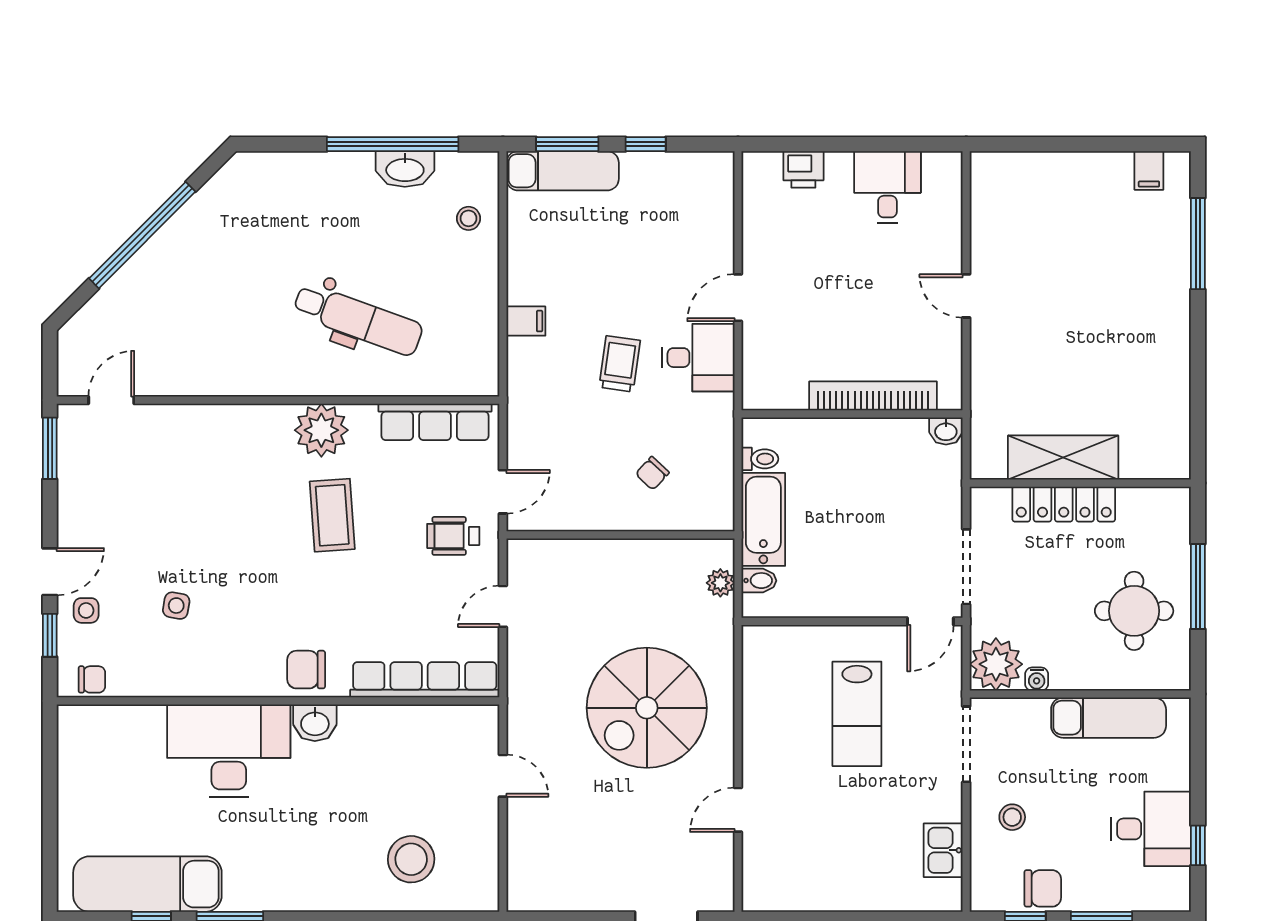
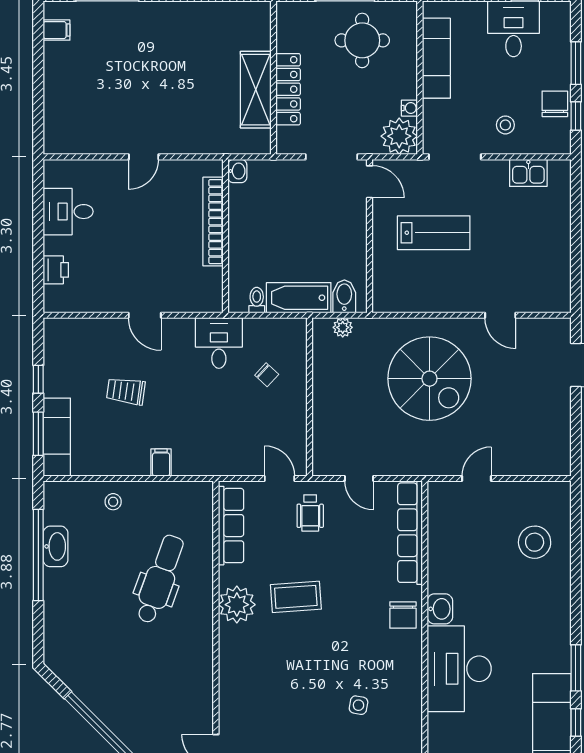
stool: (469, 218) -> (113, 502), moved
desk: (698, 358) -> (219, 343), moved
trolley: (620, 364) -> (126, 391), moved
bidet: (759, 581) -> (344, 296), width x1.38, depth x1.36

